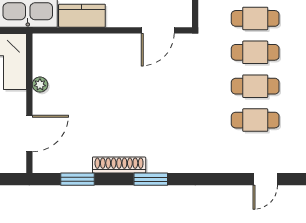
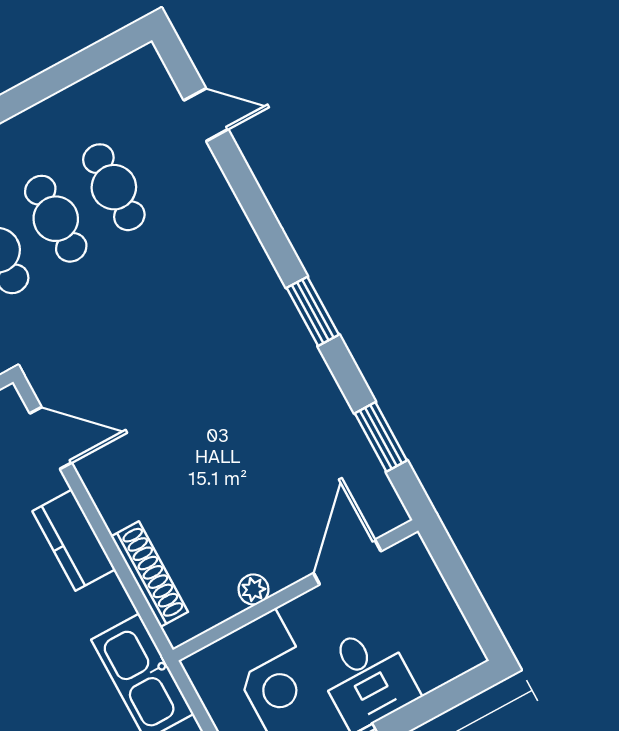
kitchen counter: (82, 16) -> (74, 540), moved
door: (29, 133) -> (347, 562), hinge flipped
shoe rack: (119, 165) -> (149, 574), moved, turned 180

